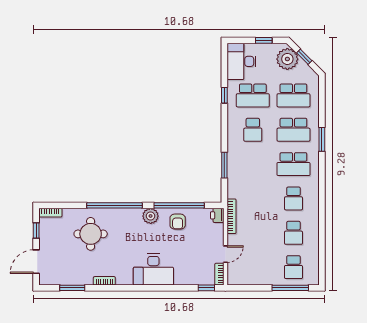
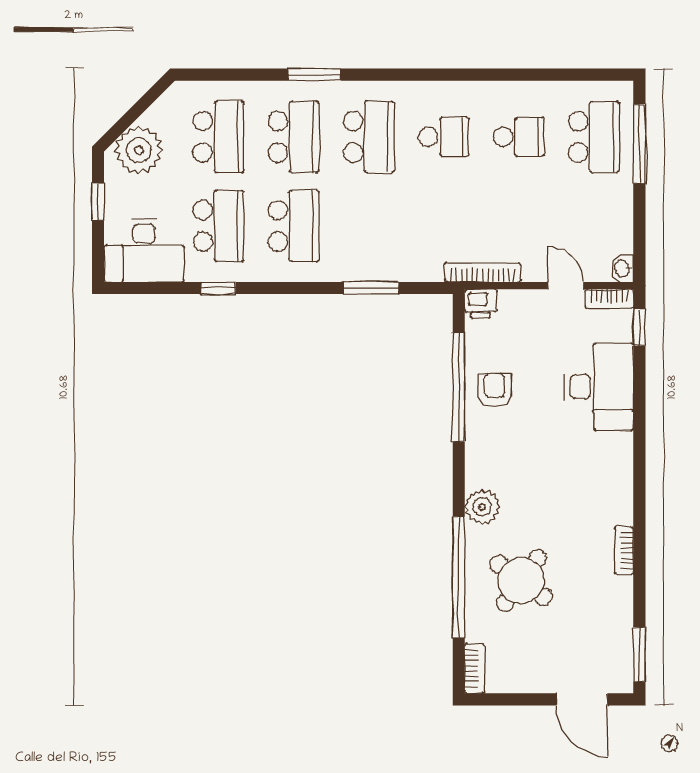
window: (304, 57) -> (134, 113), removed
school desk: (253, 130) -> (294, 226), width x1.85
window: (115, 205) -> (459, 577), moved
plant: (151, 216) -> (482, 507), moved
armchair: (178, 222) -> (494, 390), turned -90
window: (36, 231) -> (514, 699), removed
round table: (91, 234) -> (521, 581), turned 36
school desk: (293, 267) -> (594, 137), width x1.85
desk: (153, 270) -> (599, 387), moved
washbasin: (233, 280) -> (623, 269), added
window: (72, 288) -> (639, 654), moved

